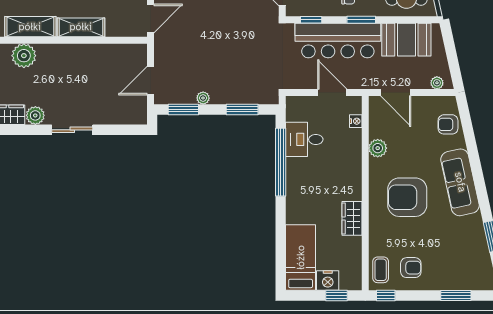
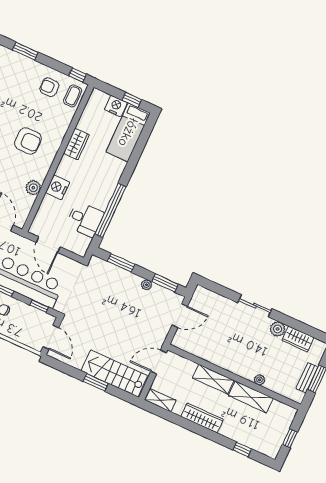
plant: (24, 56) -> (259, 380), width x0.53, depth x0.53
nightstand: (356, 121) -> (58, 187), moved, width x1.89, depth x1.79
armchair: (407, 197) -> (28, 141), width x0.73, depth x0.73
window: (336, 295) -> (132, 100), moved

